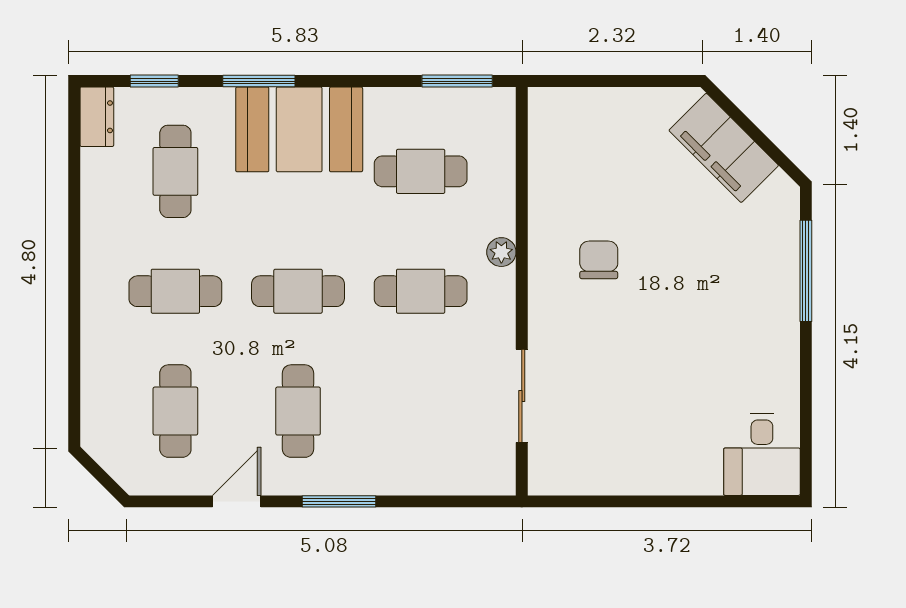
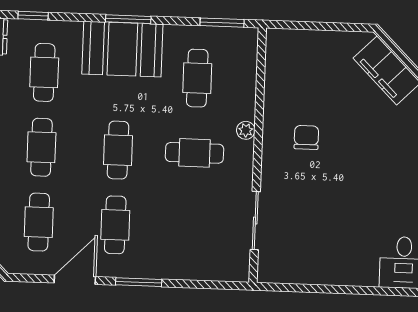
window: (259, 81) -> (128, 19), moved
cafe table: (421, 171) -> (197, 78), turned 90
cafe table: (175, 291) -> (41, 147), turned 90
cafe table: (298, 291) -> (118, 150), turned 90
door: (237, 501) -> (75, 280), width x1.38

